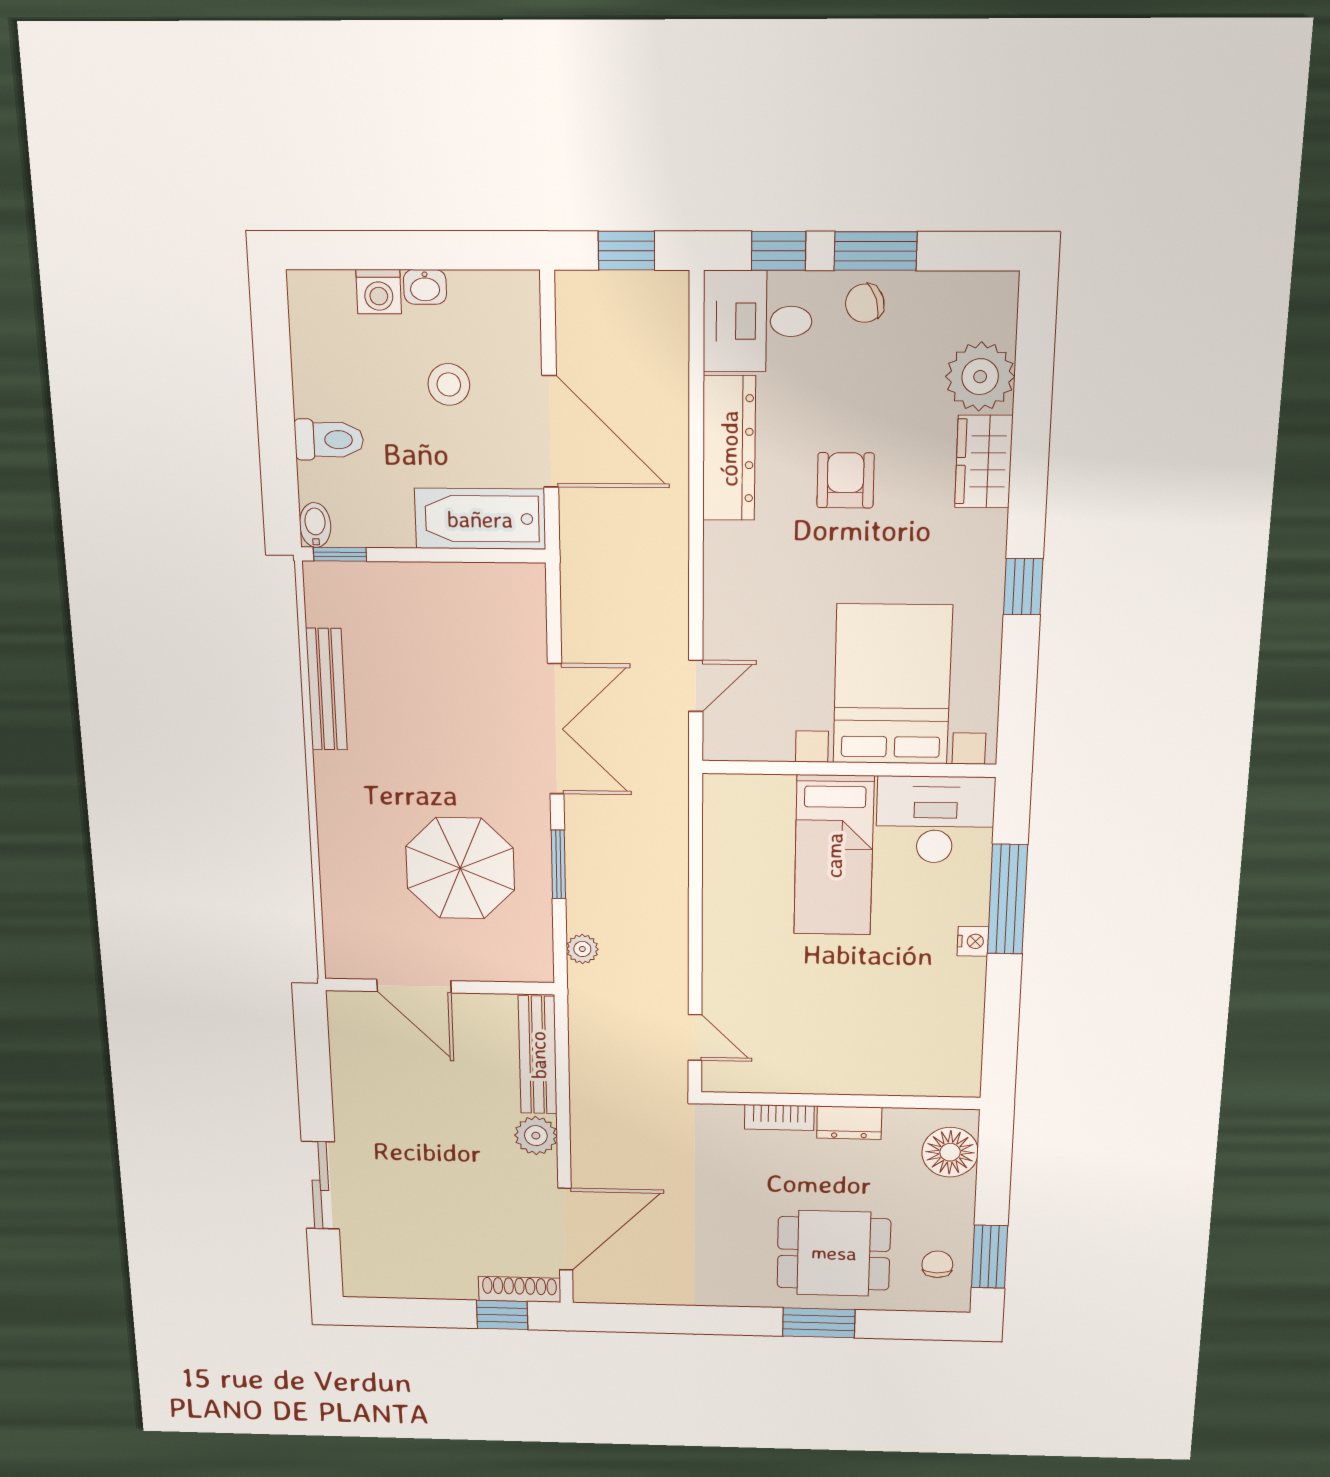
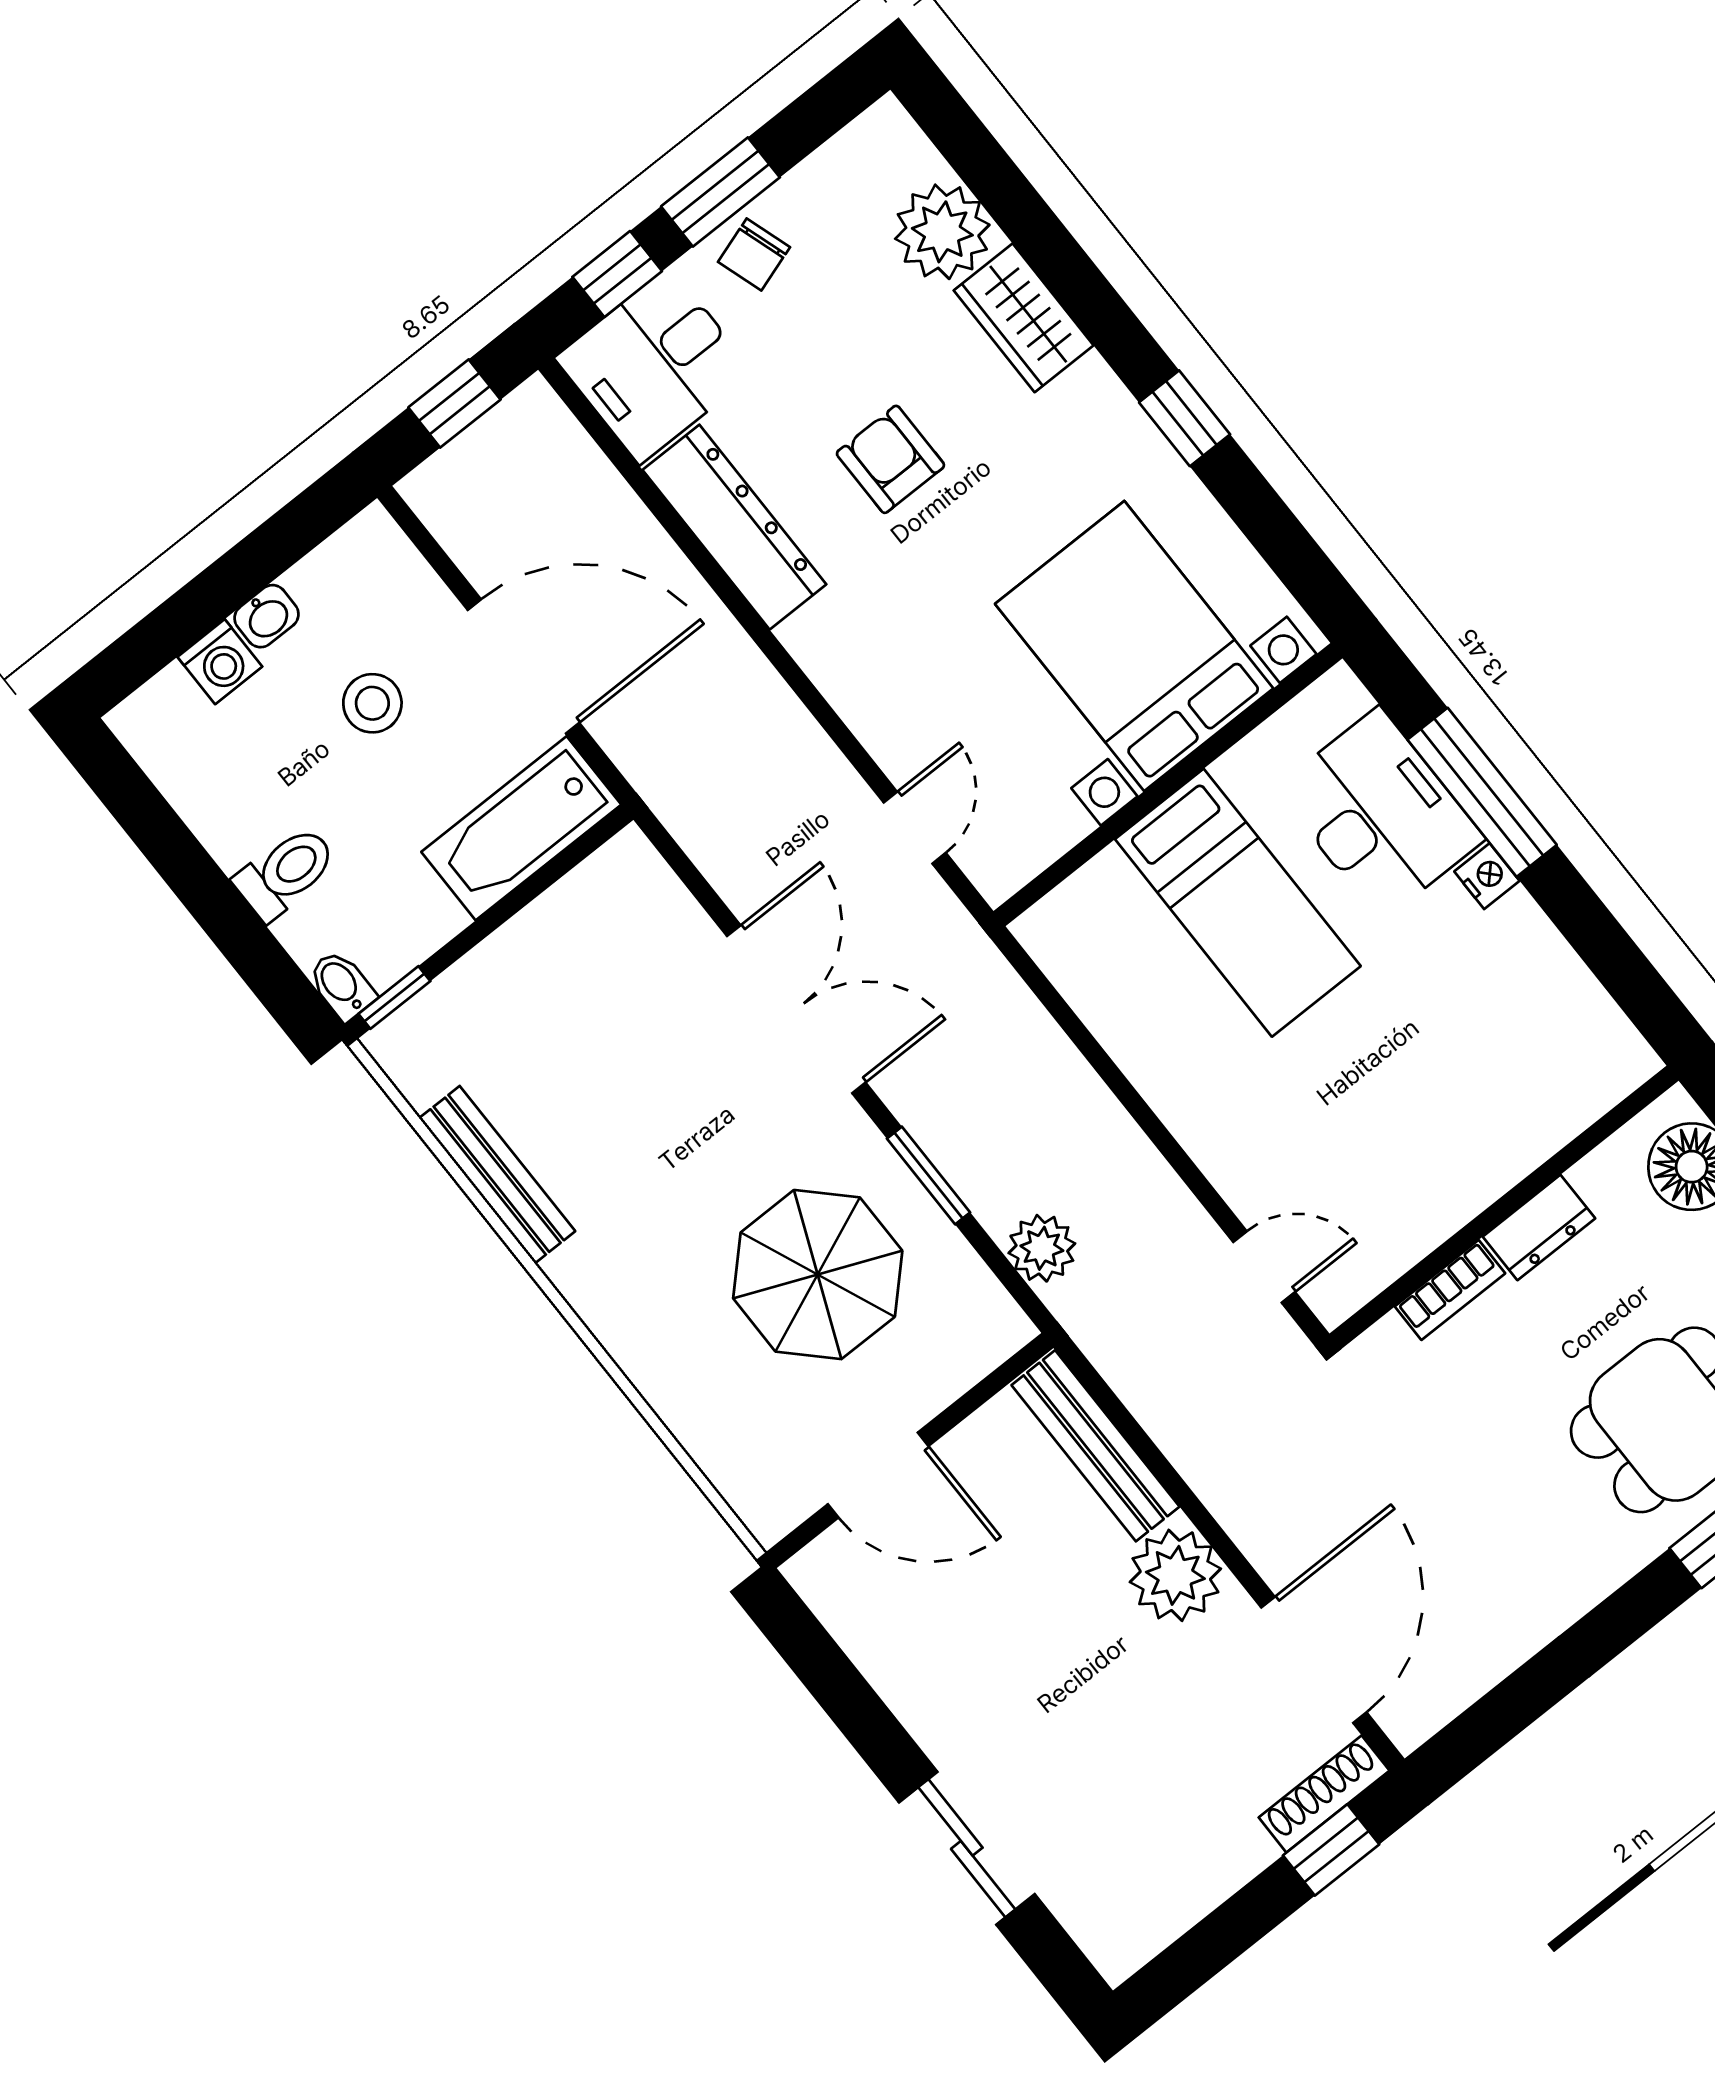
desk: (935, 820) -> (1380, 814), moved, turned 90
plant: (582, 949) -> (1042, 1248), width x1.38, depth x1.38
plant: (536, 1136) -> (1175, 1575), width x1.36, depth x1.36

